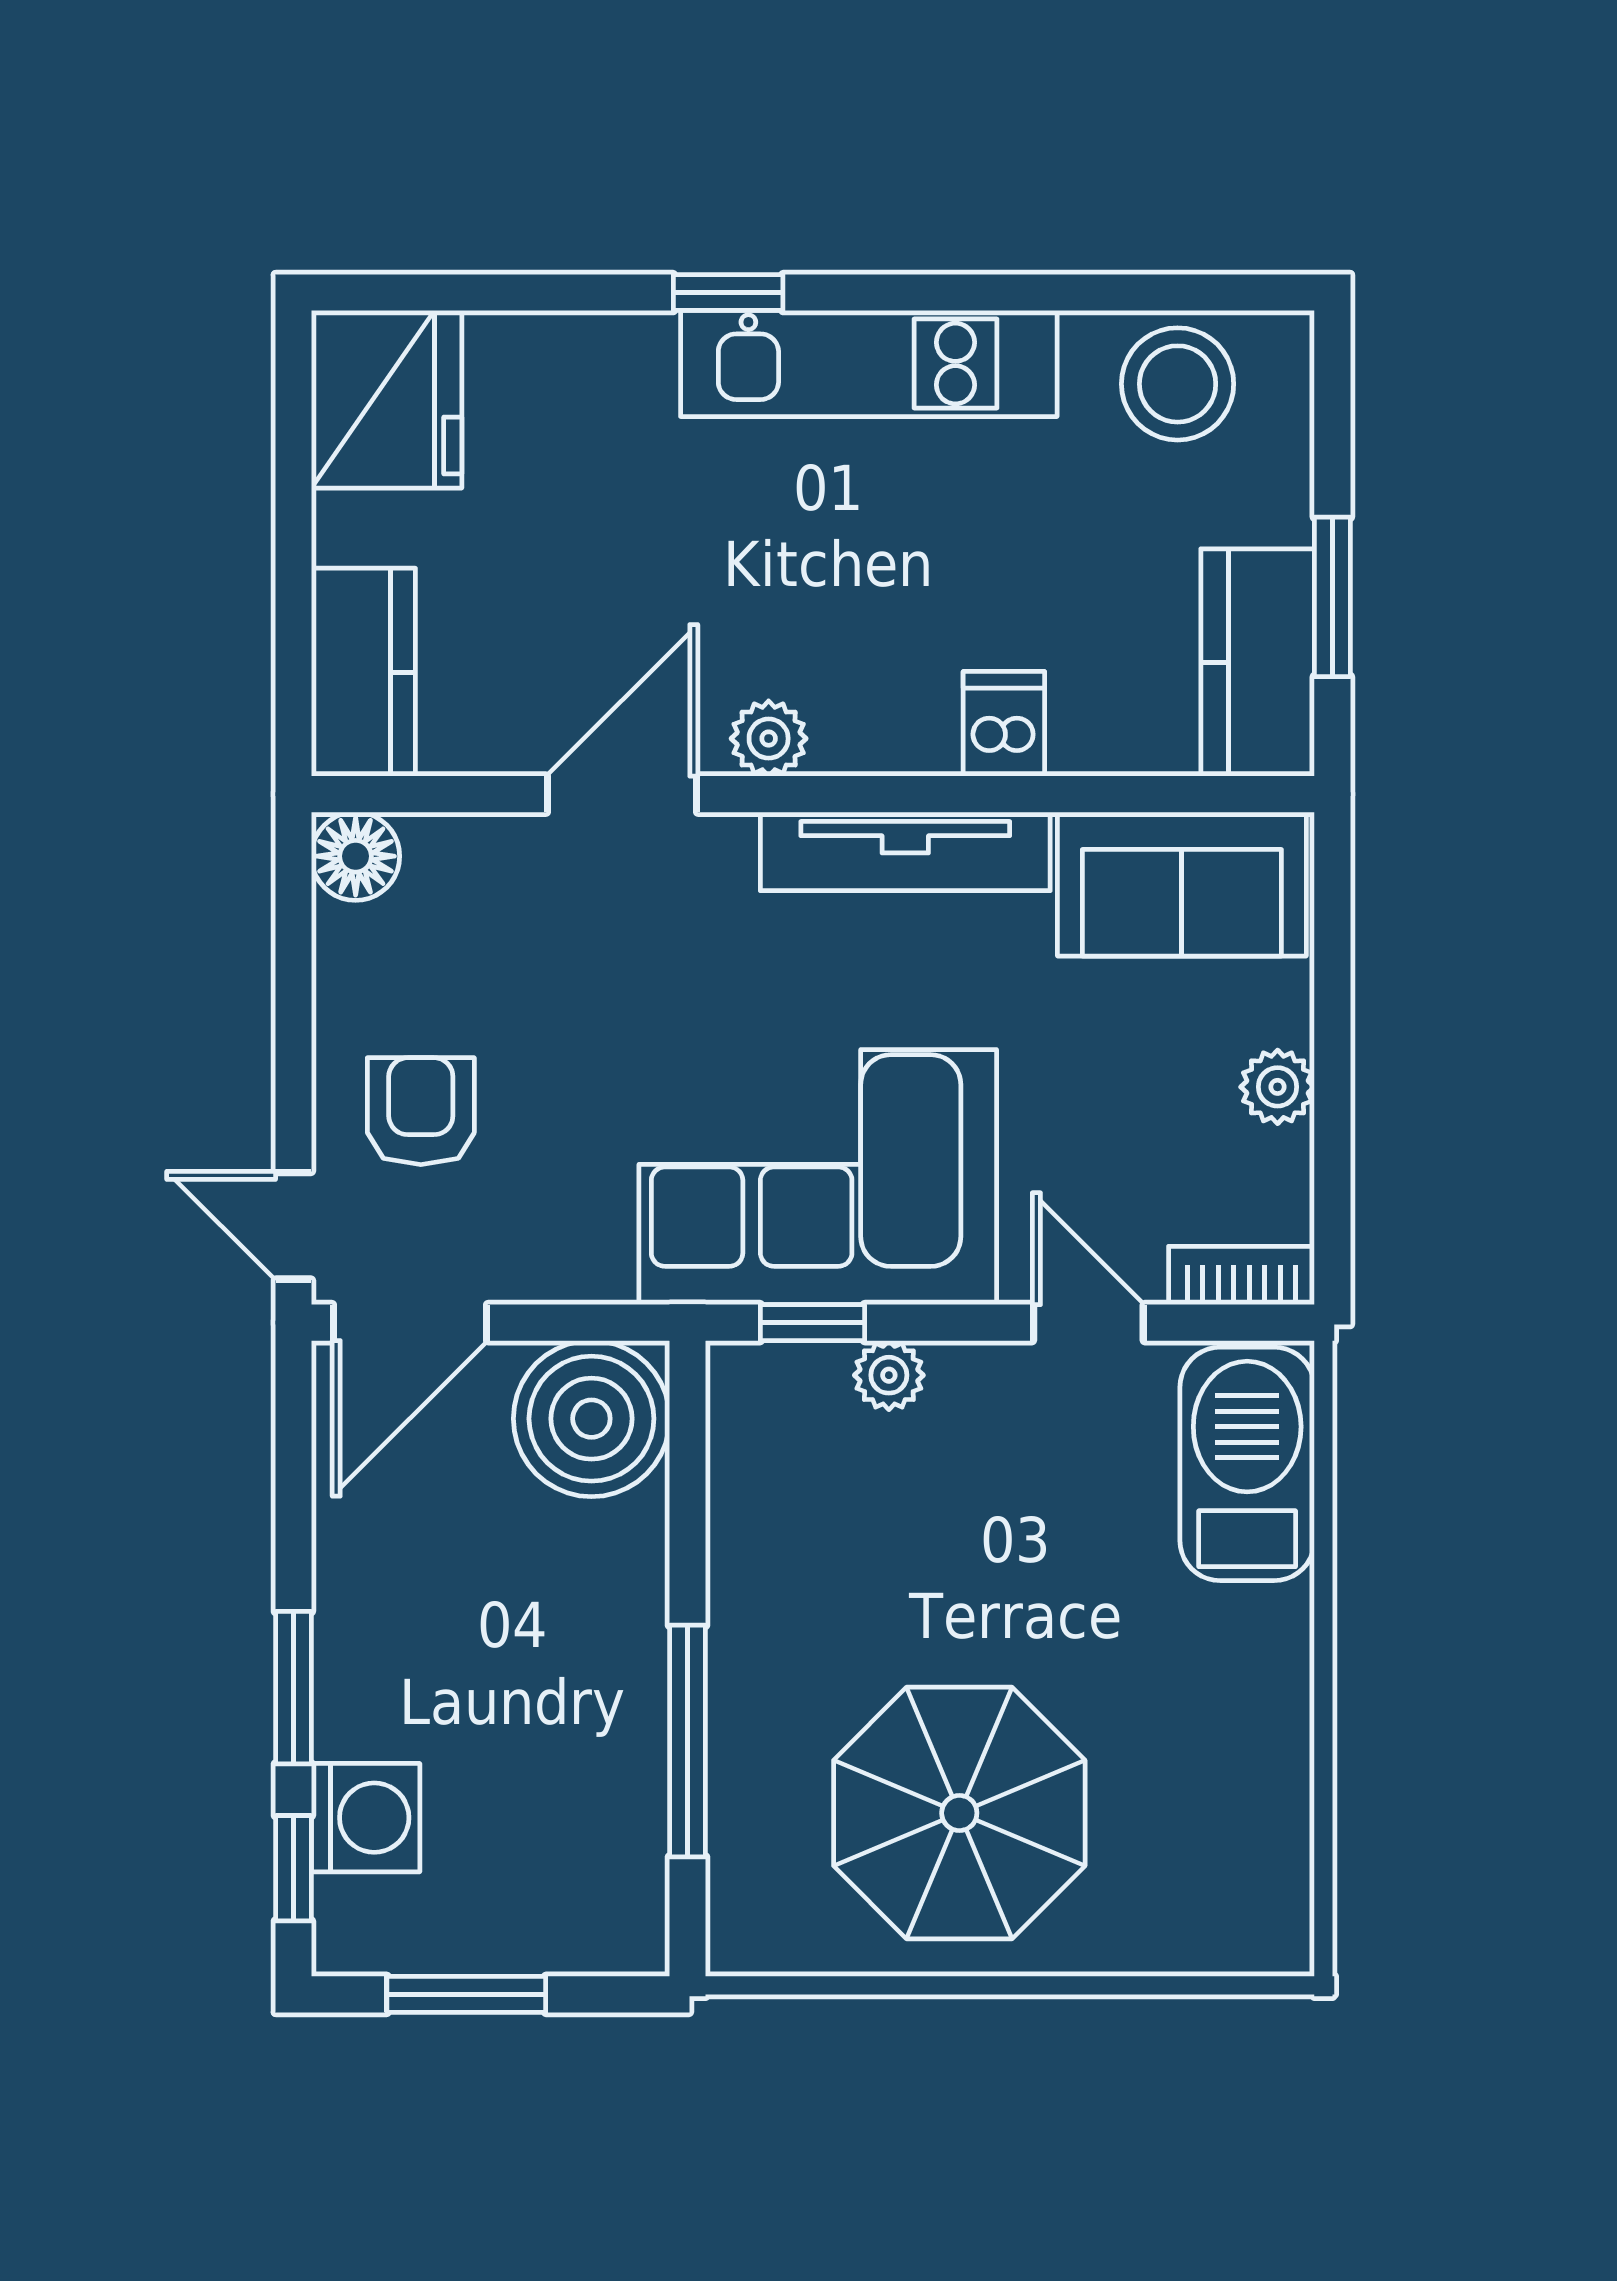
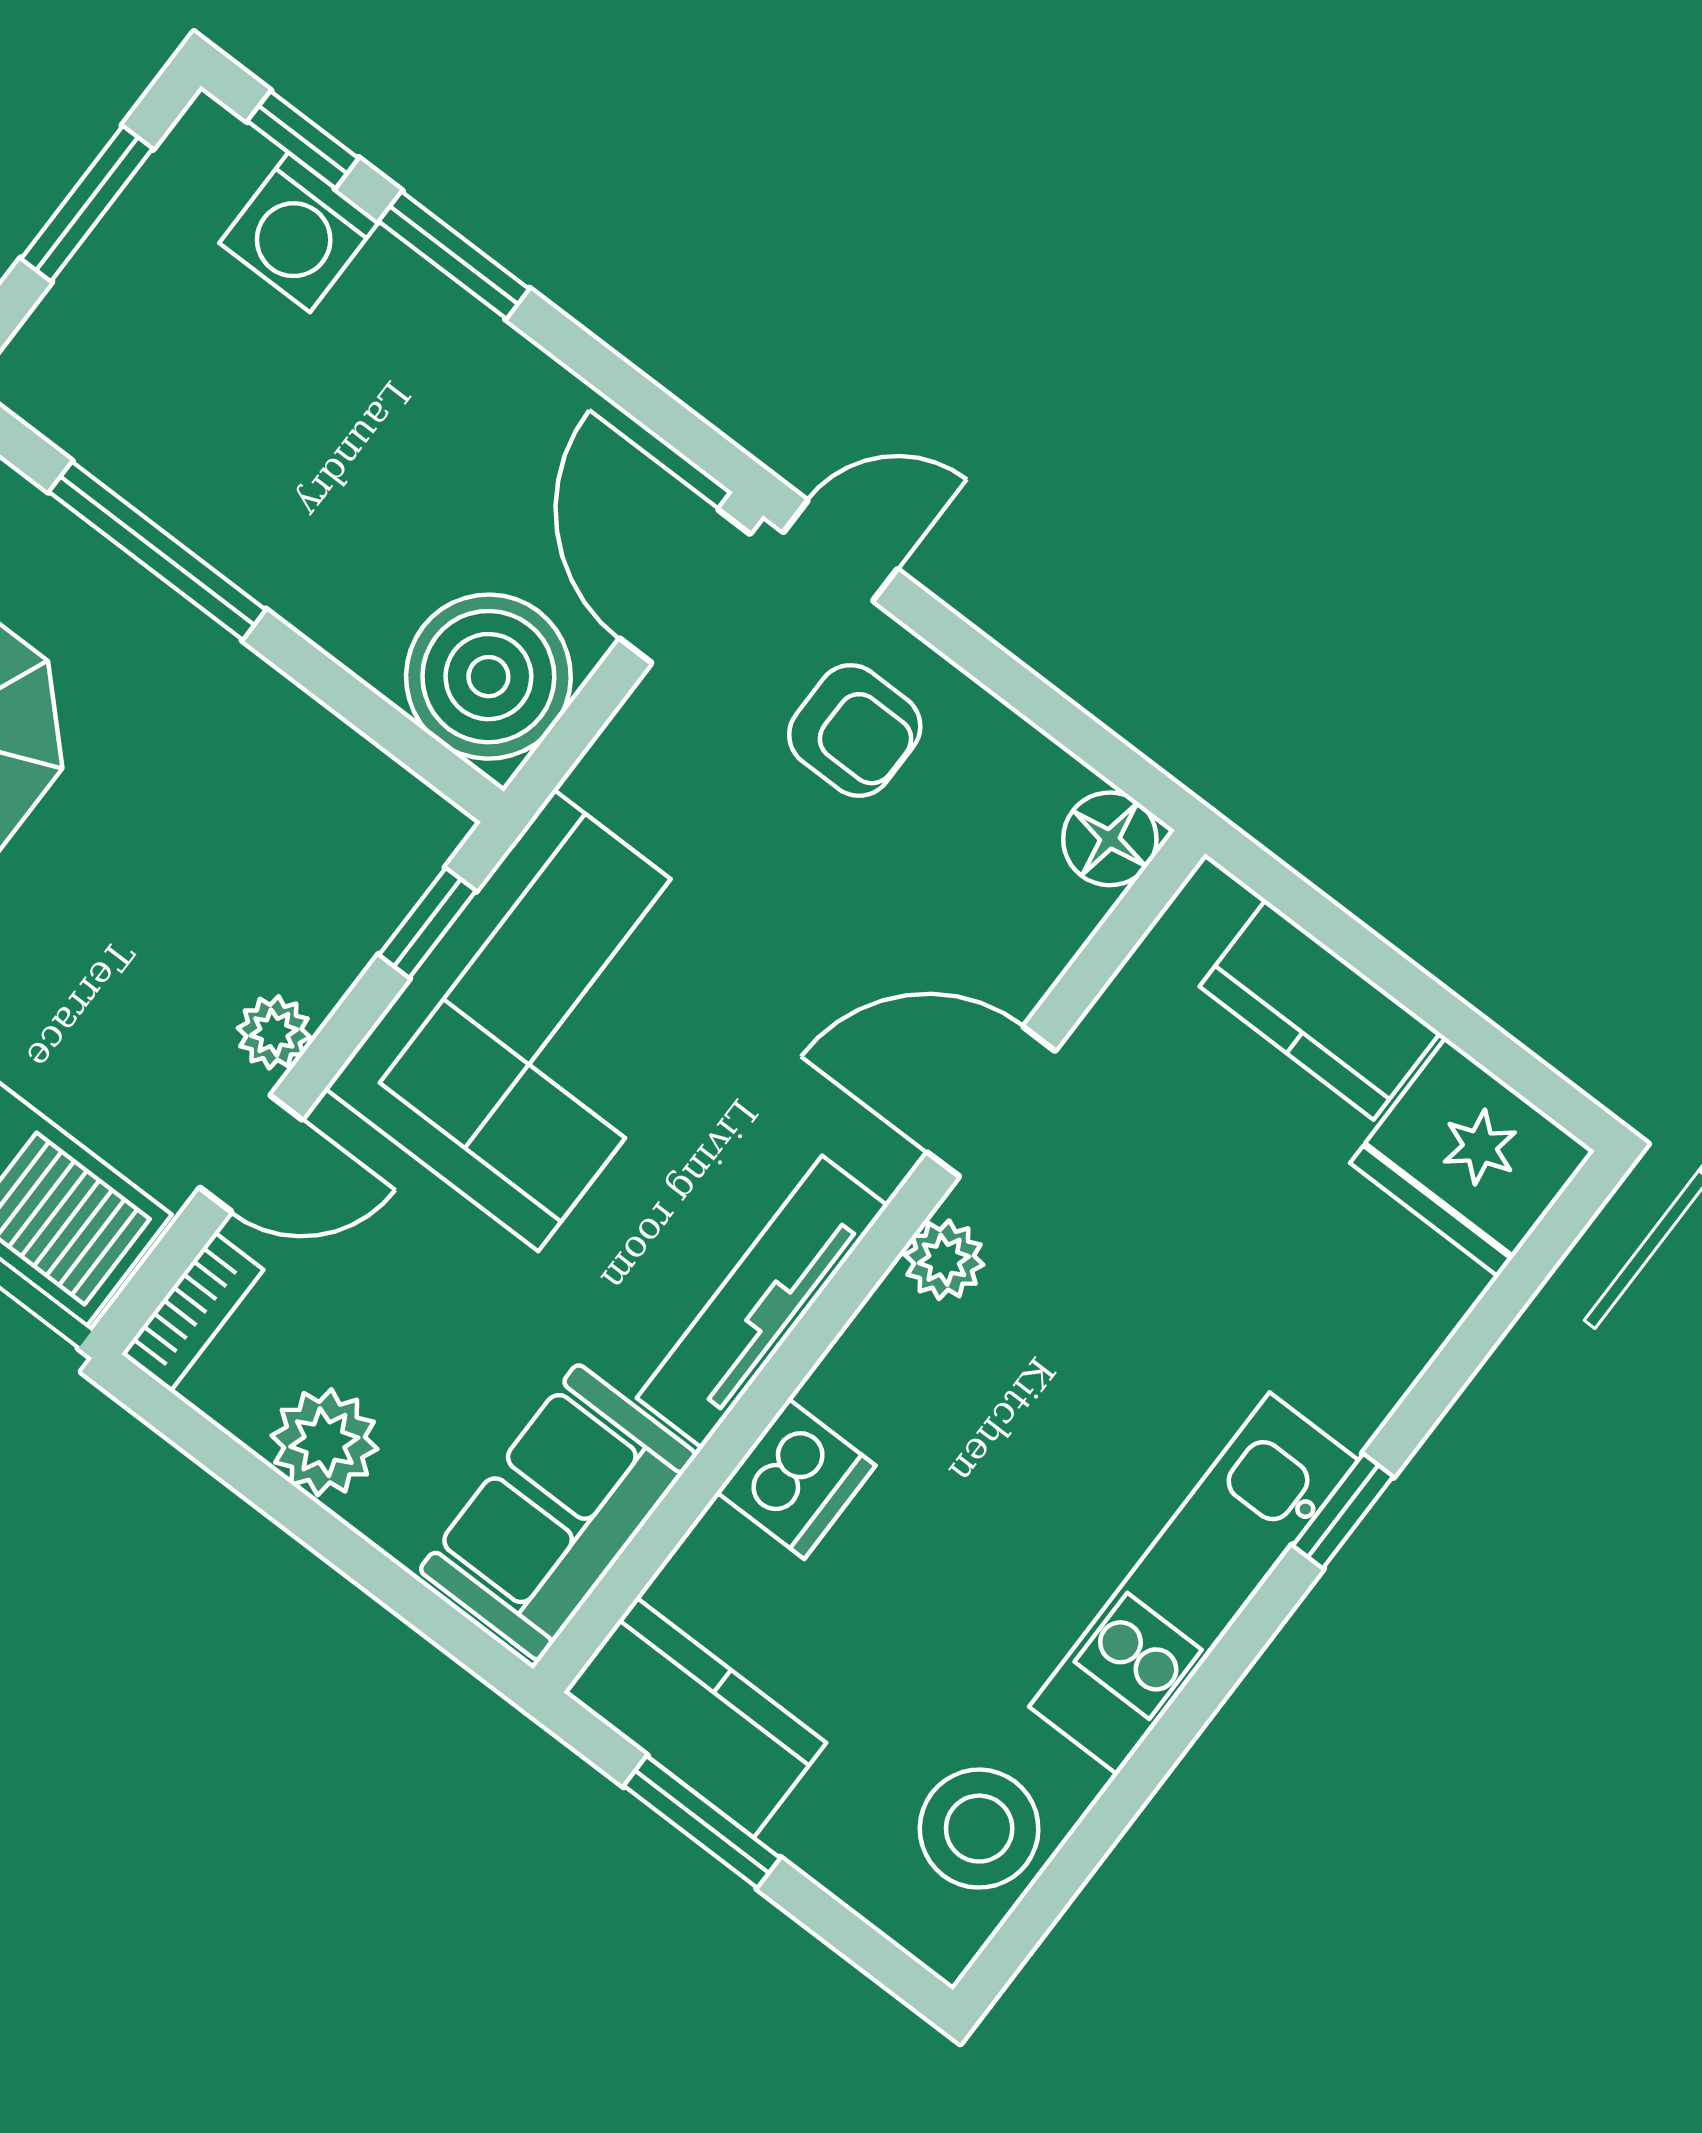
kitchen counter: (363, 672) -> (1320, 1010), moved
dishwasher: (1004, 724) -> (796, 1479), width x1.38
door: (622, 794) -> (991, 1102), swing flipped
plant: (1278, 1087) -> (324, 1442), width x1.38, depth x1.38
plant: (889, 1375) -> (274, 1032), moved

